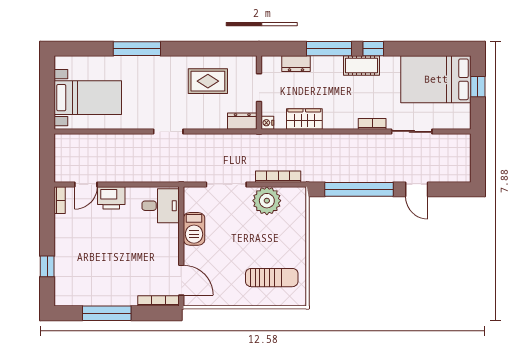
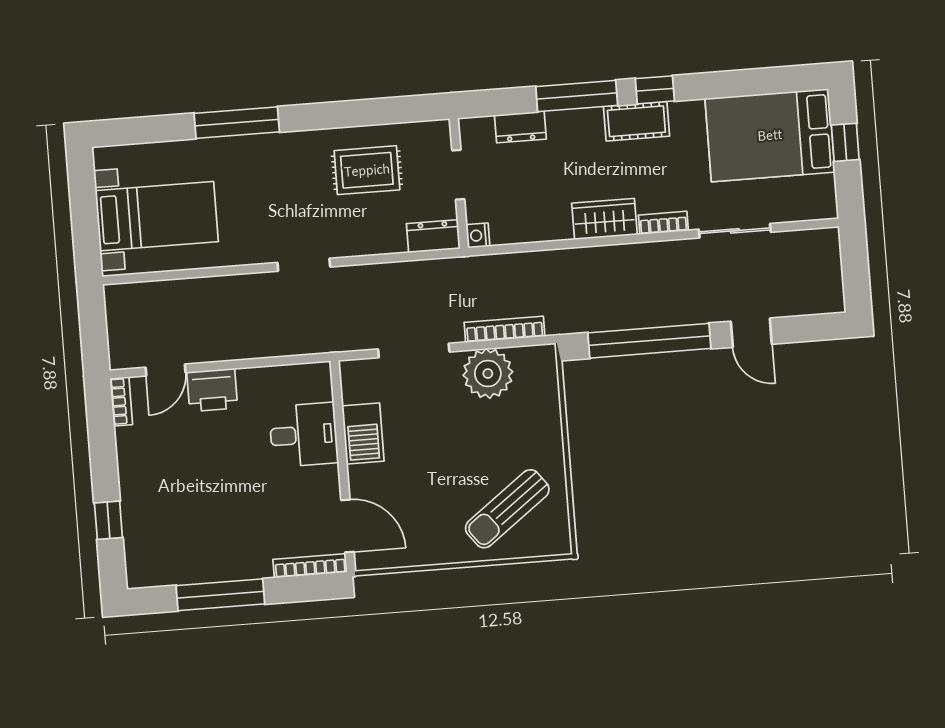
wardrobe: (304, 119) -> (605, 219), moved
desk: (161, 206) -> (304, 435), moved
sun lounger: (272, 278) -> (507, 509), turned 143

